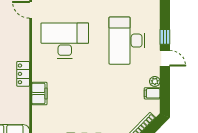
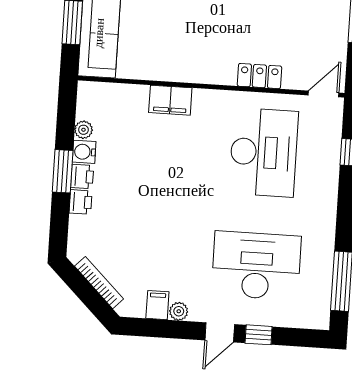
locker: (23, 74) -> (259, 76), moved

